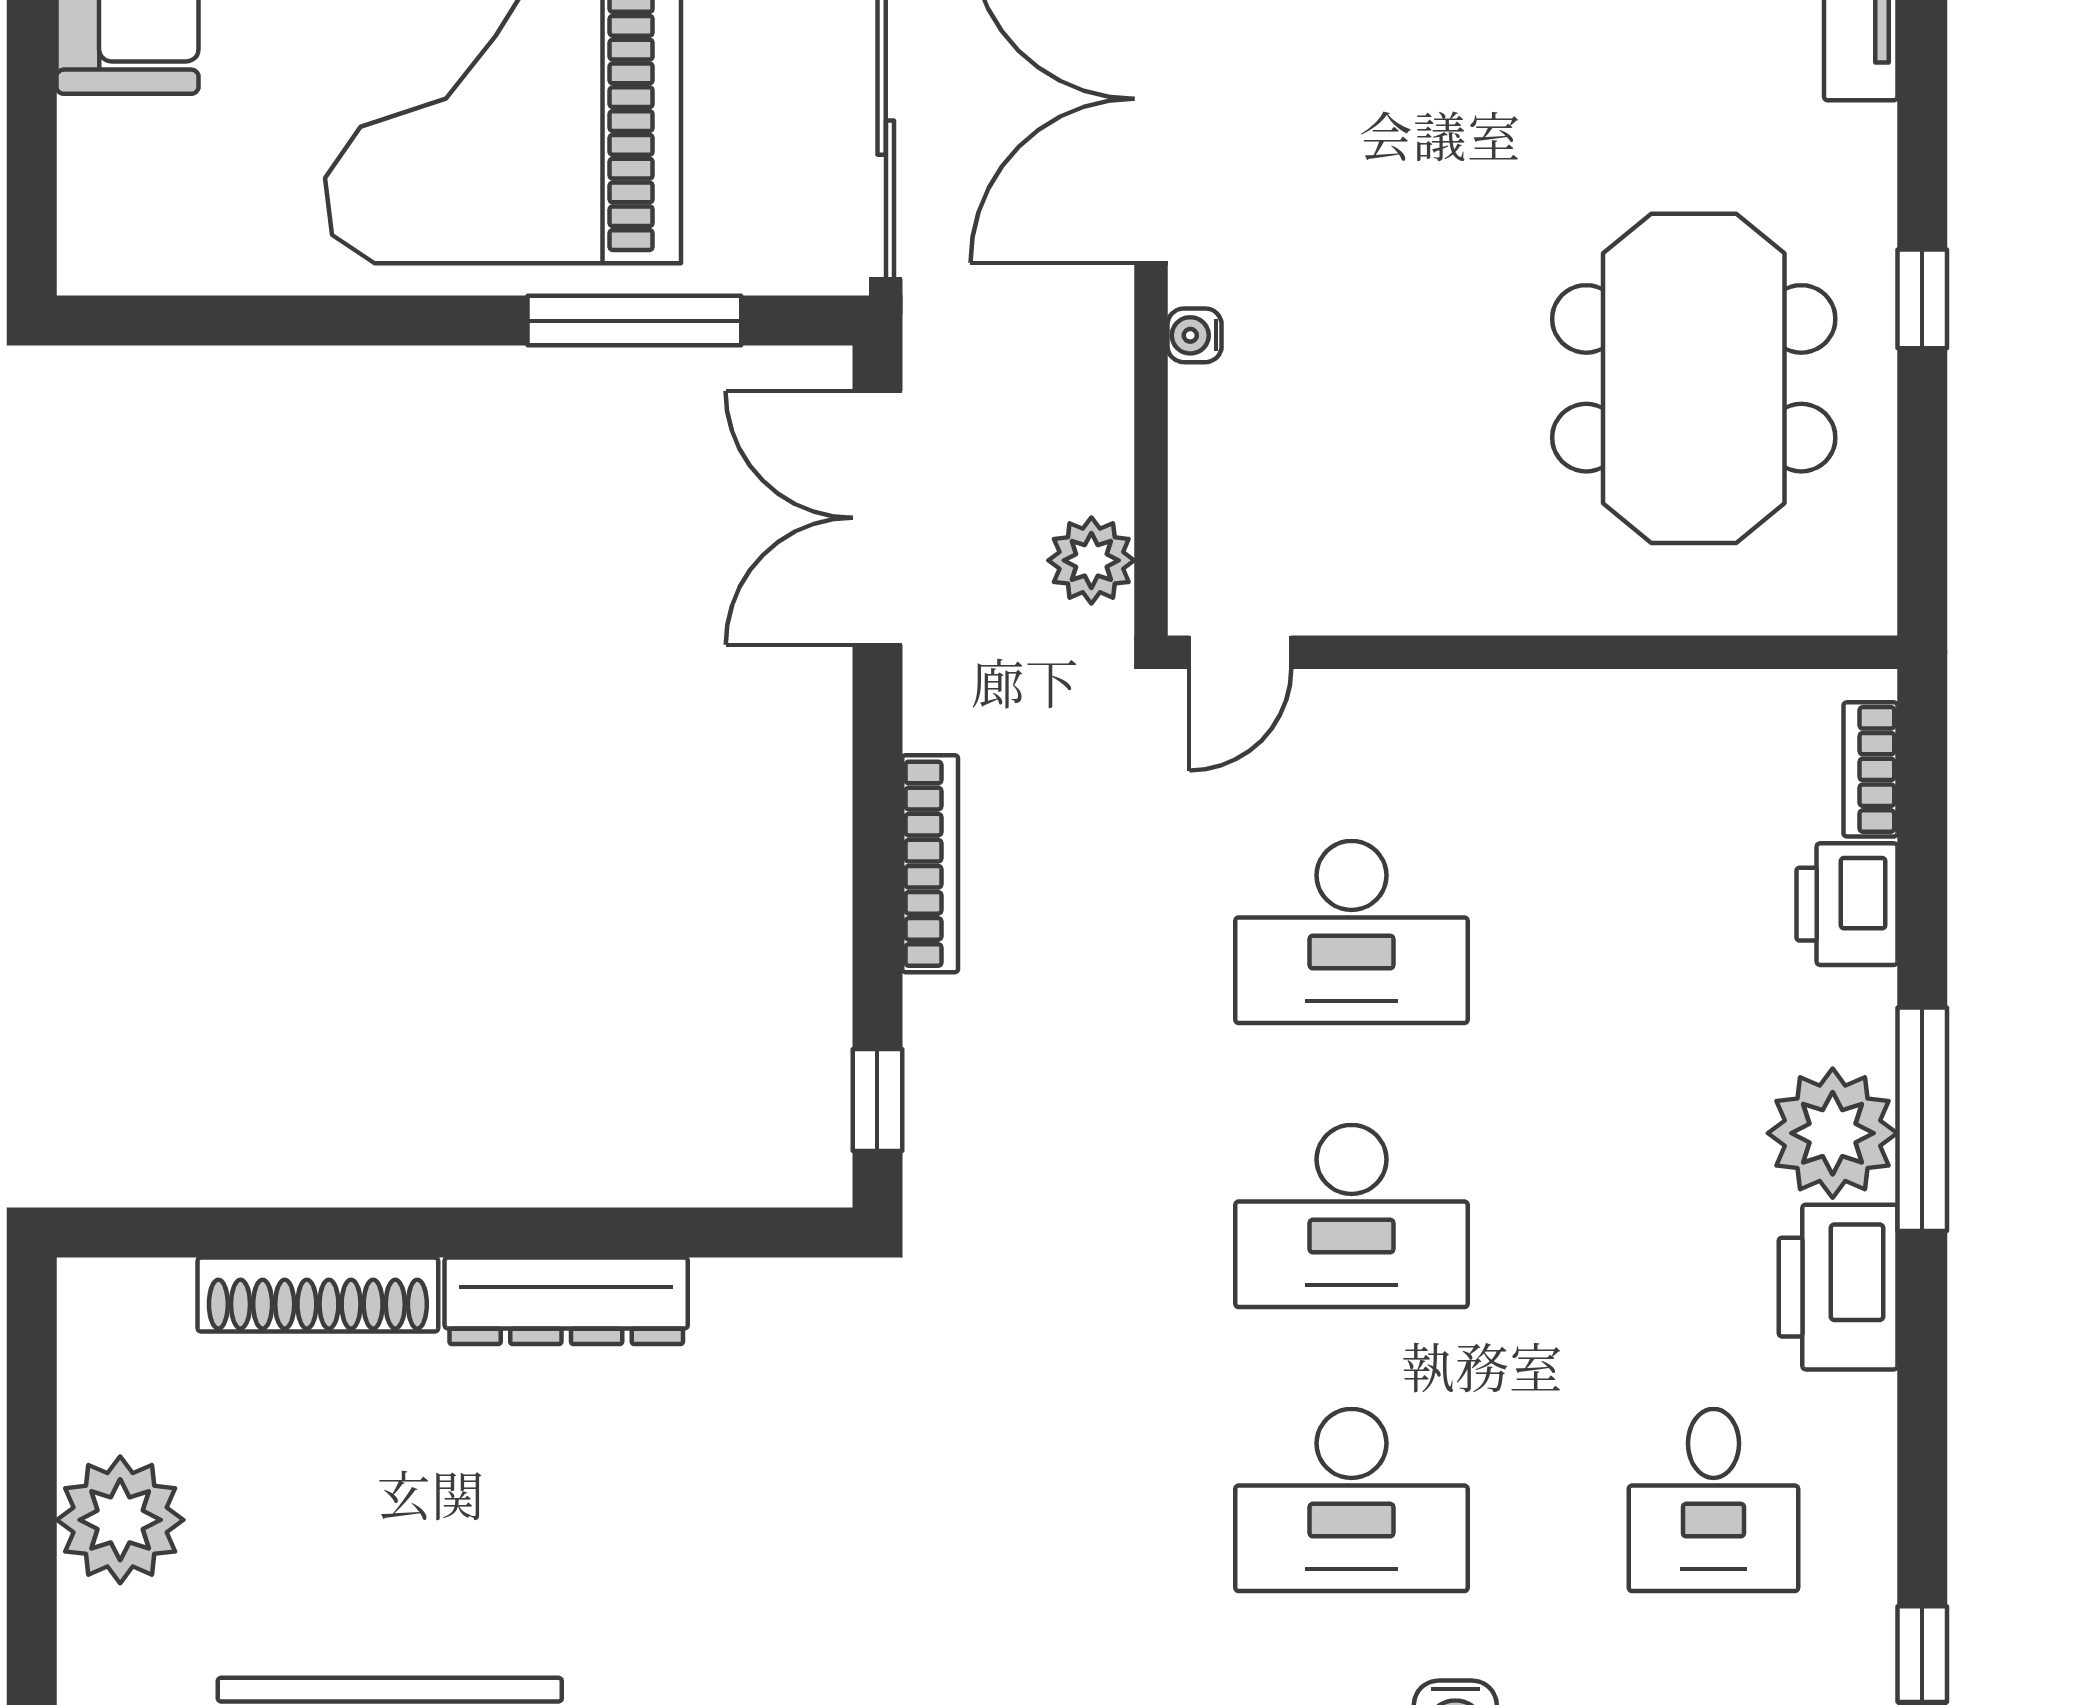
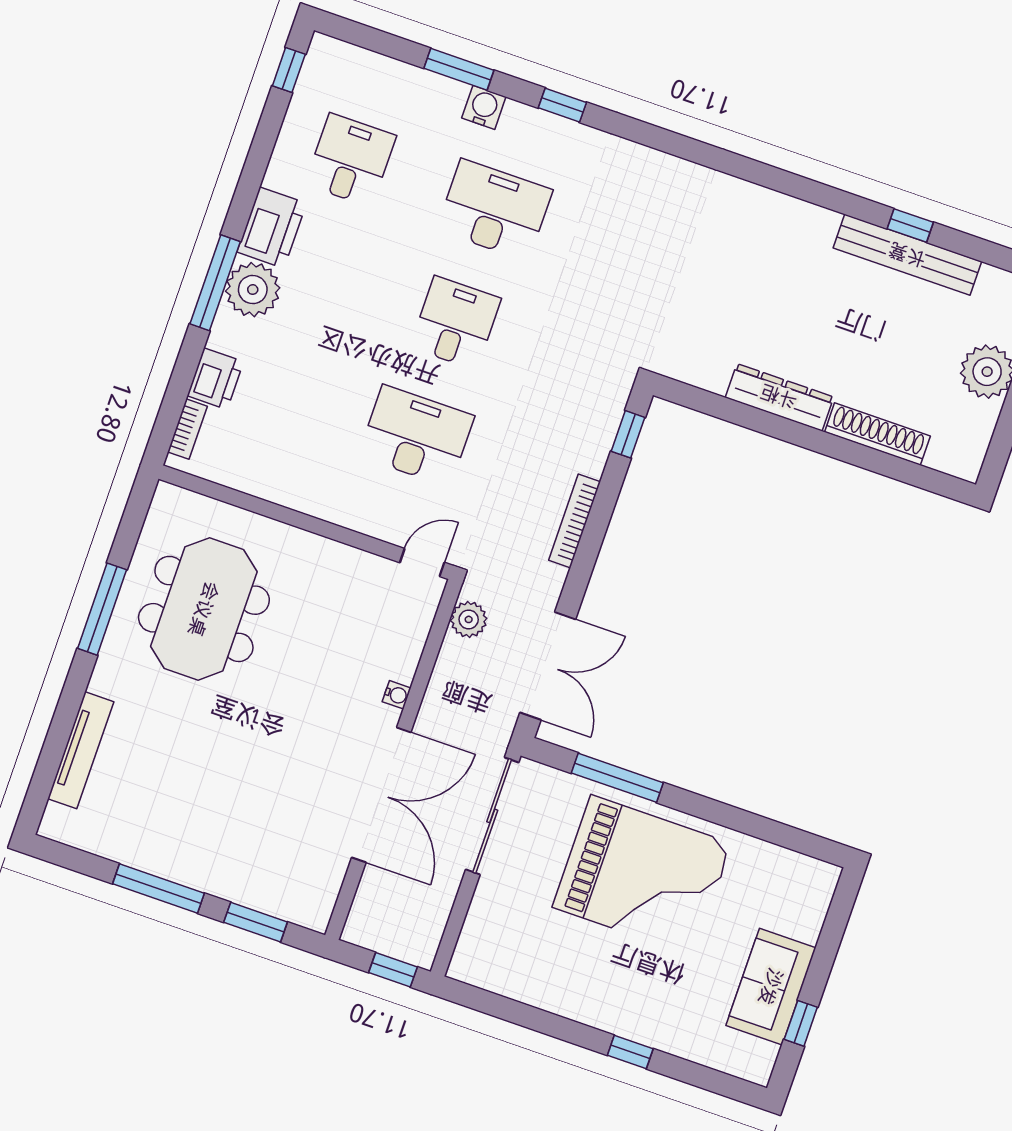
window: (1922, 299) -> (102, 609), width x2.17
desk: (1351, 1216) -> (455, 323), width x0.73

